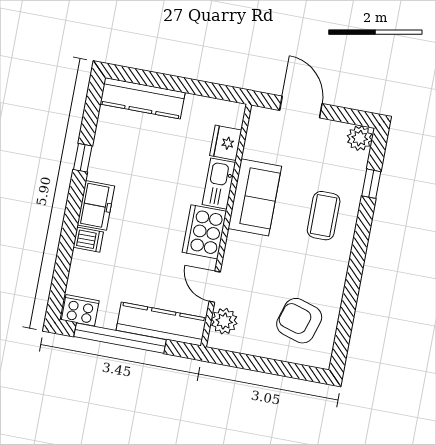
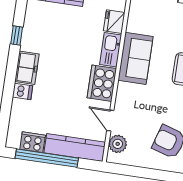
cooker: (80, 310) -> (33, 142), moved

